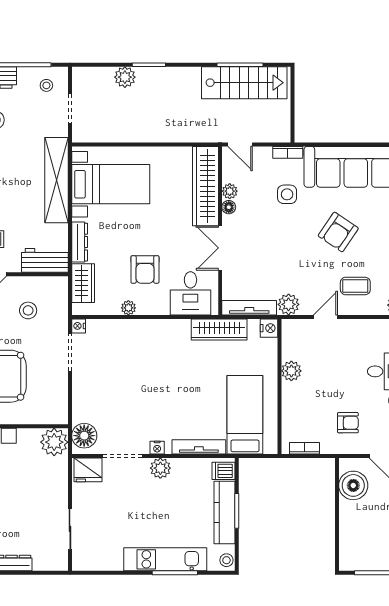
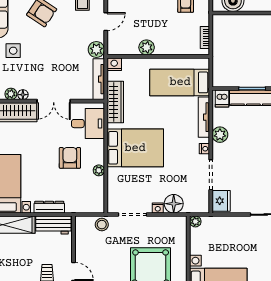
workbench: (45, 260) -> (53, 225), moved, turned -90
armchair: (145, 269) -> (70, 158), turned -90
wardrobe: (83, 283) -> (80, 205), removed
stool: (28, 310) -> (102, 225), moved
door: (325, 317) -> (106, 22), swing flipped
nightstand: (79, 326) -> (158, 208), moved
bed: (158, 356) -> (135, 148), added
floor lamp: (84, 436) -> (174, 204), moved
plant: (54, 442) -> (195, 221), width x0.53, depth x0.53
plant: (160, 468) -> (220, 135), moved

